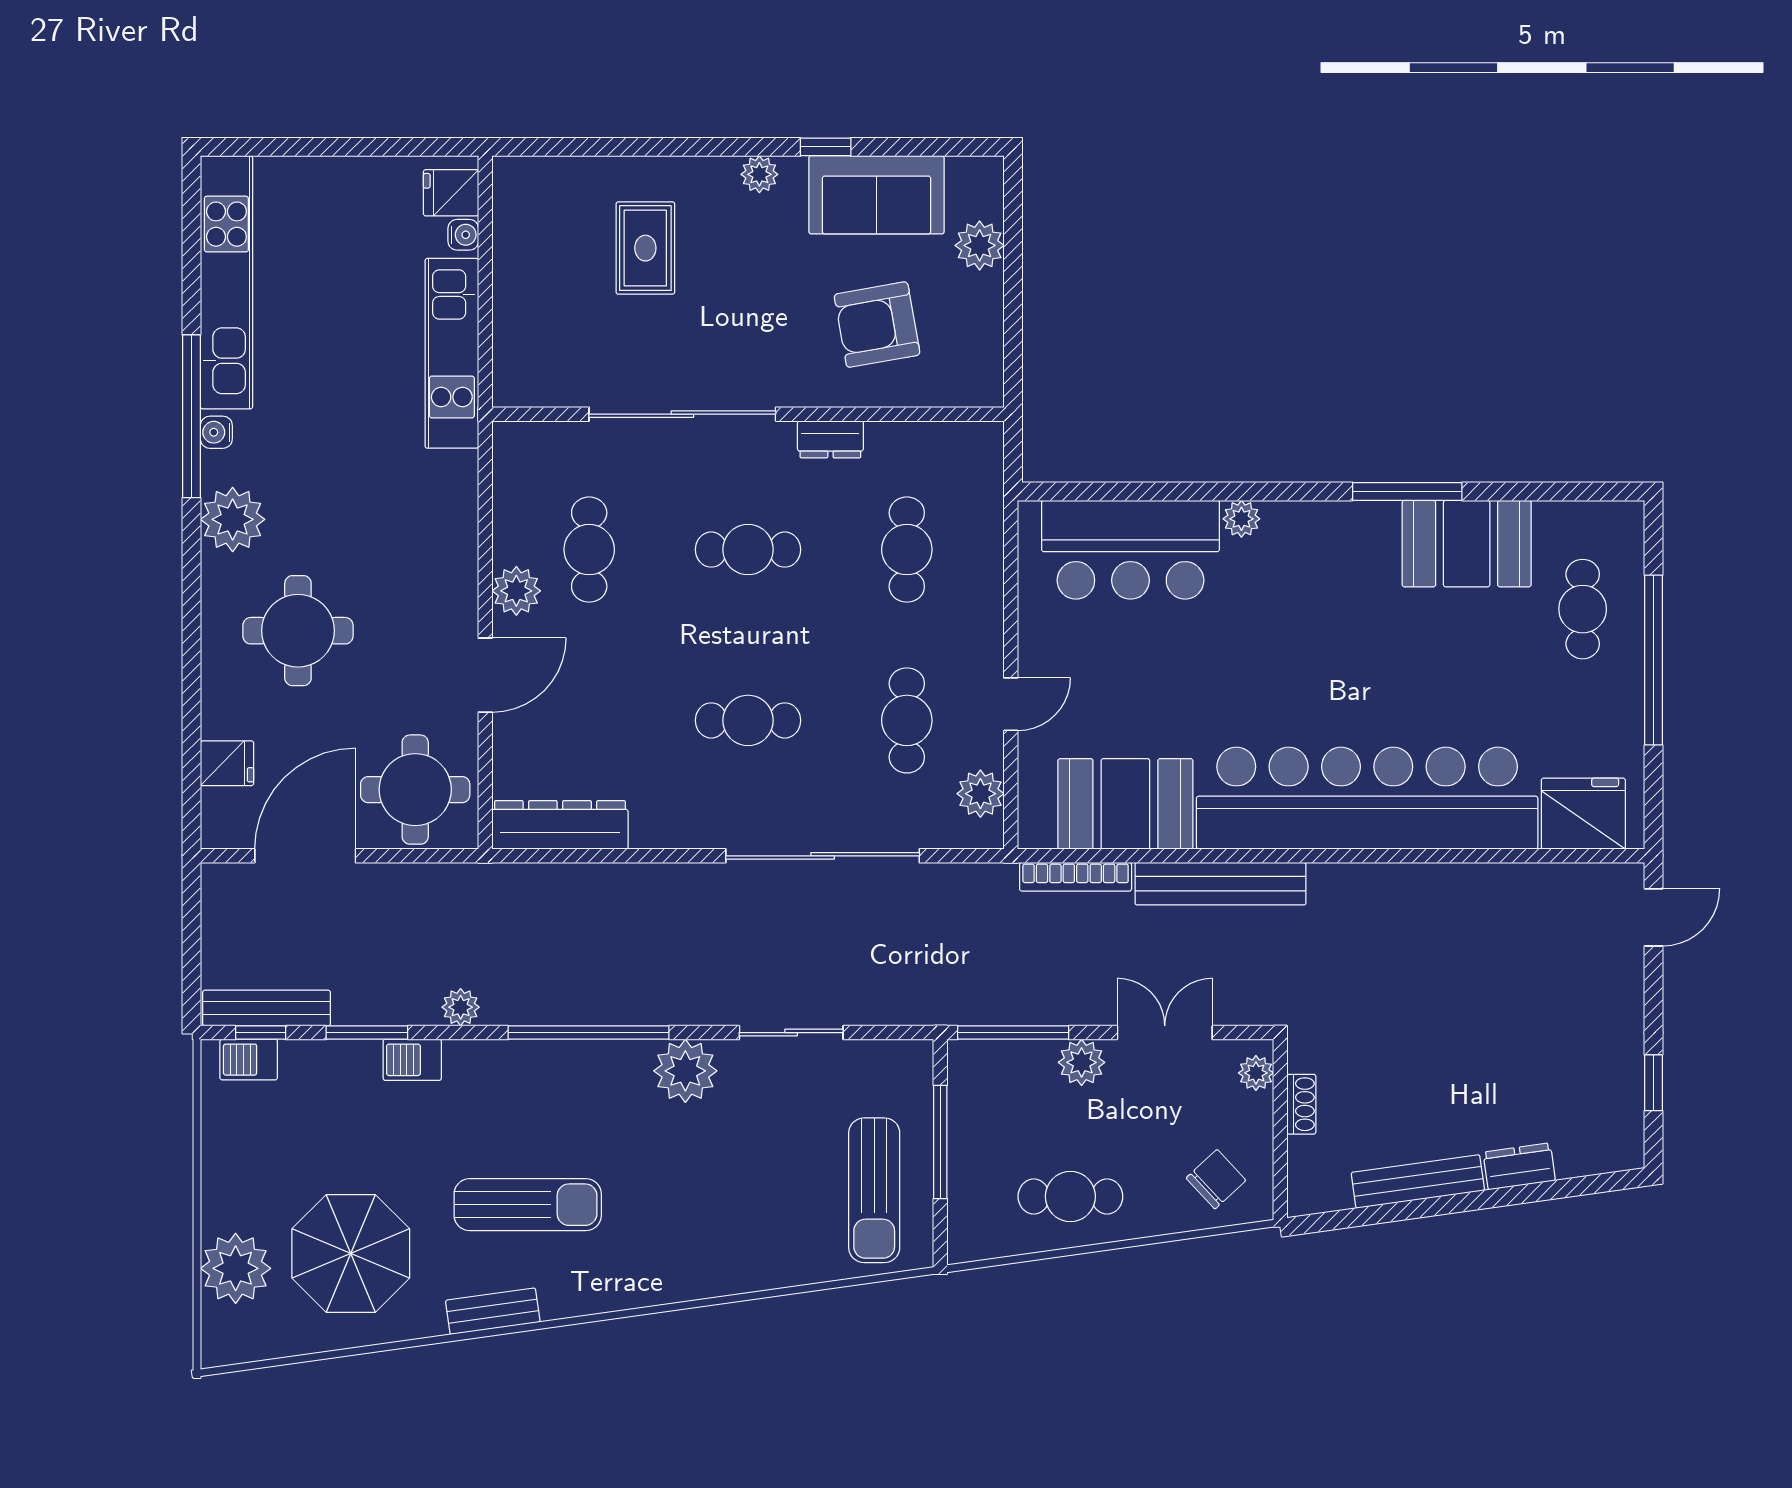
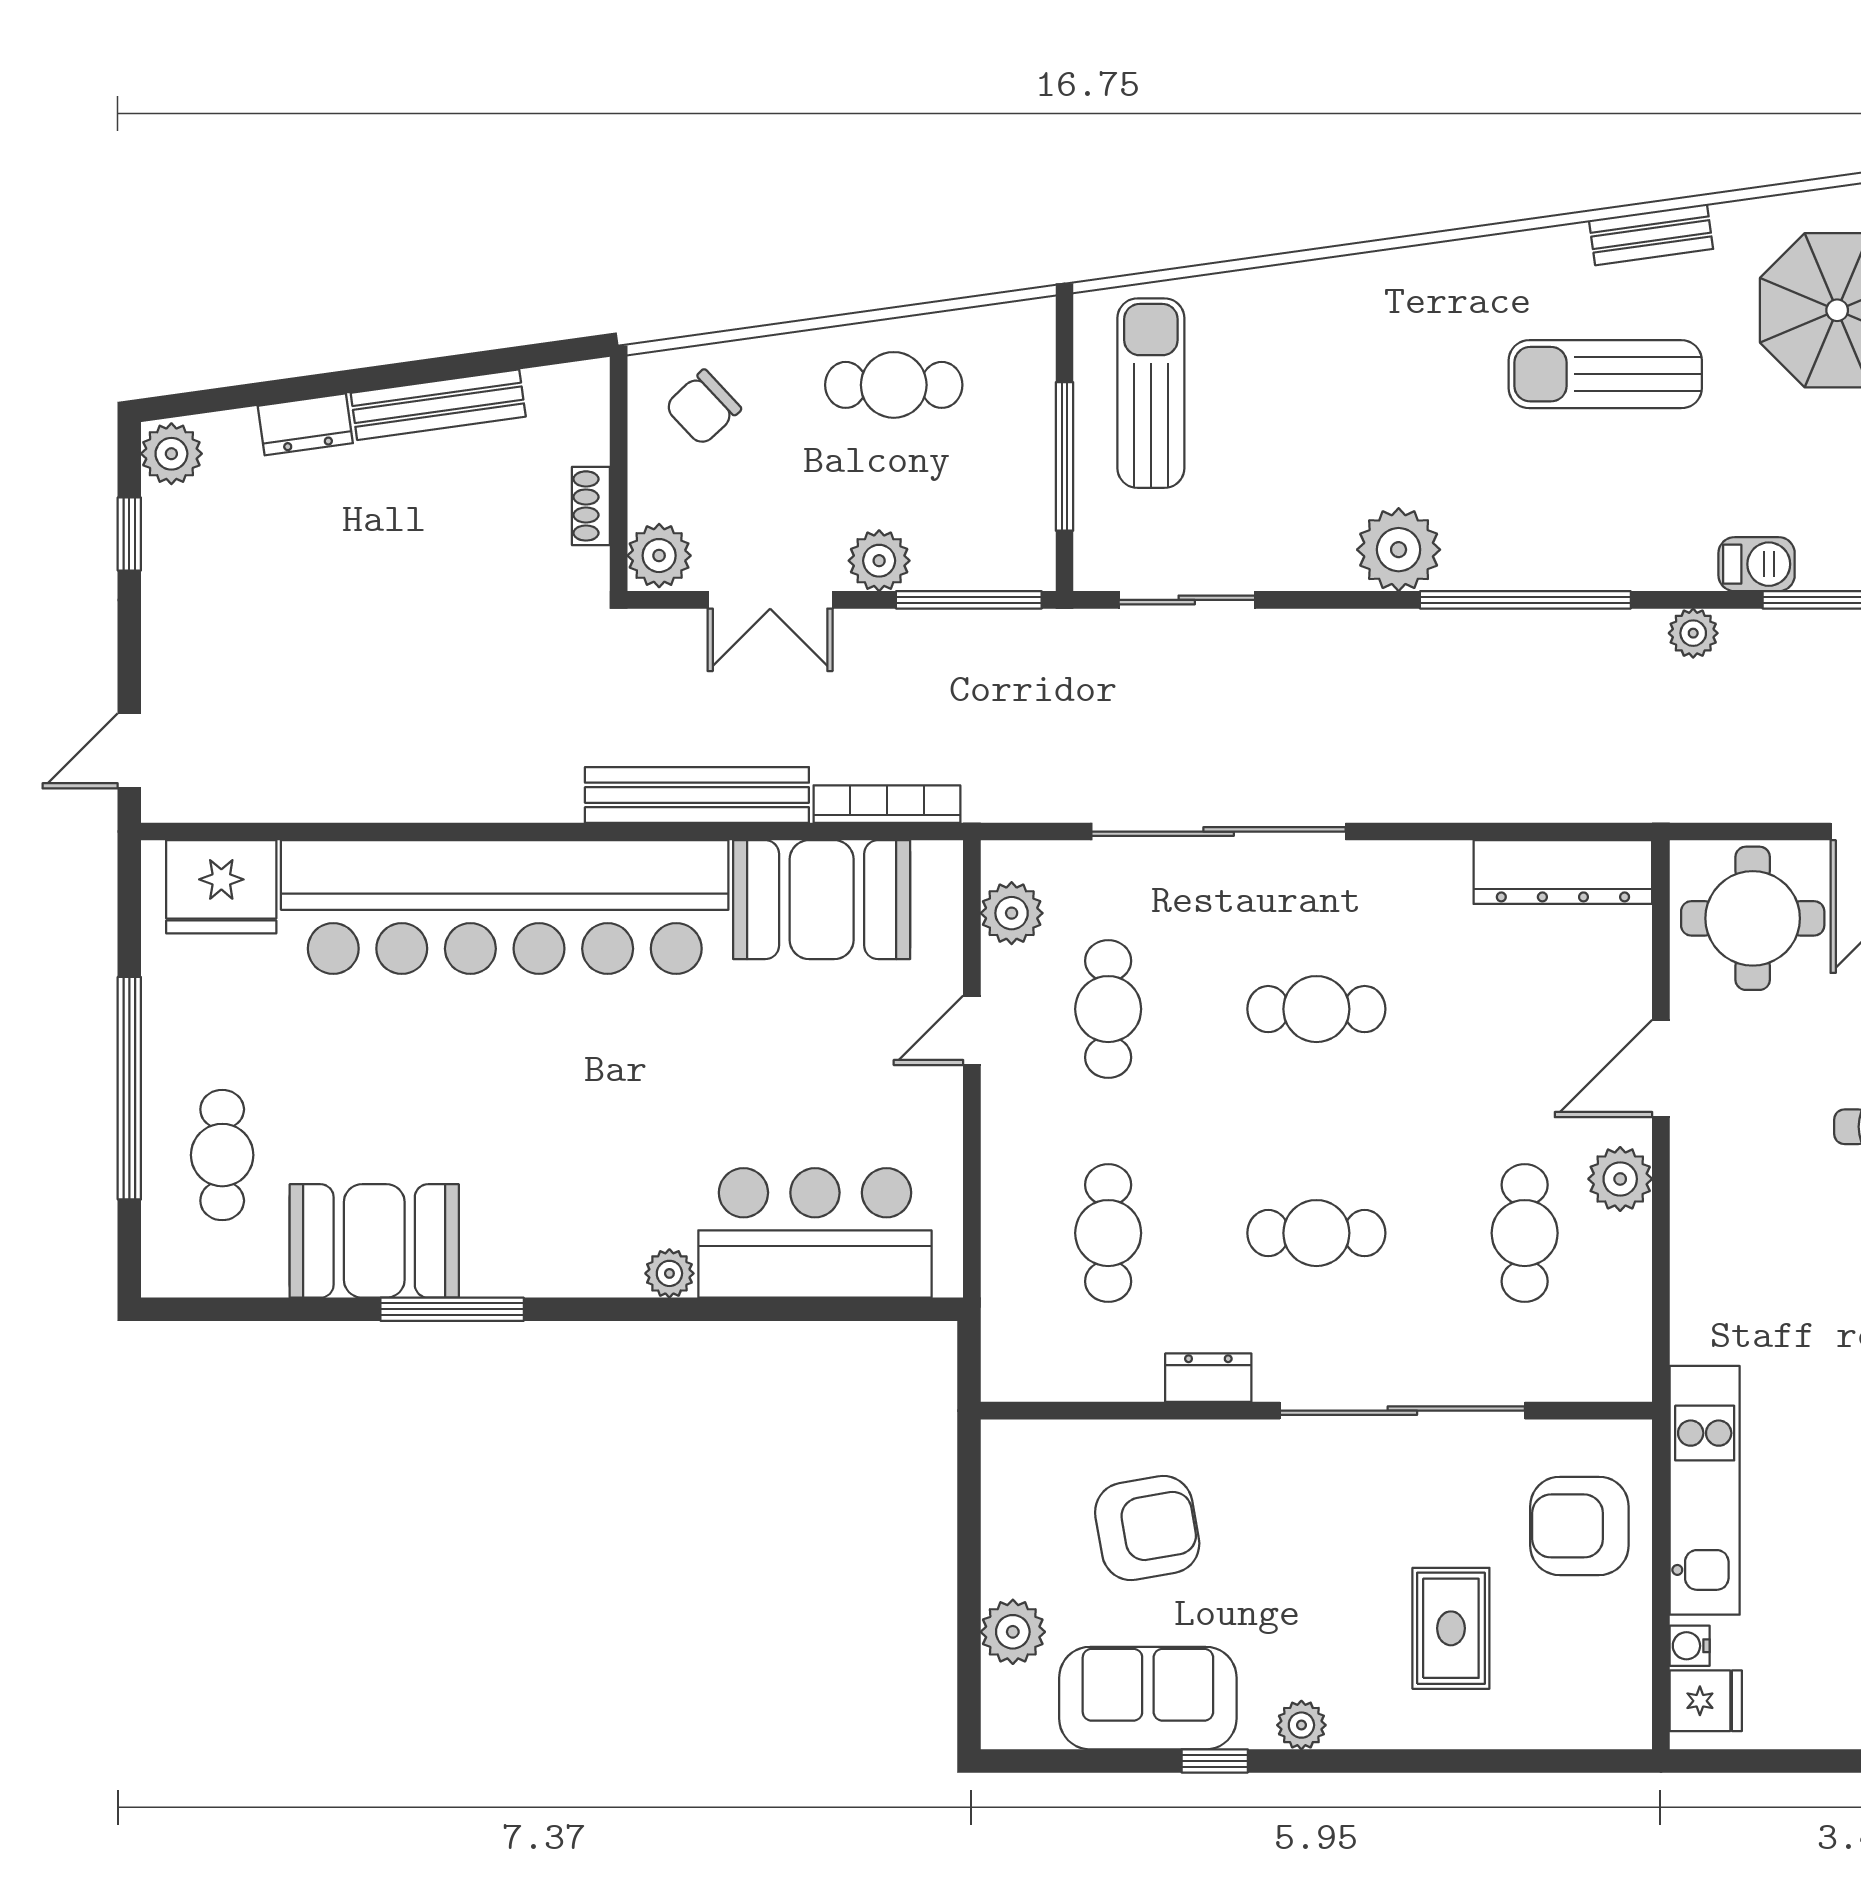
armchair: (547, 326) -> (1579, 1526), added
sliding door: (791, 1033) -> (1187, 600), moved
plant: (1256, 1073) -> (659, 556), width x1.38, depth x1.38
plant: (1621, 1144) -> (171, 454), added

